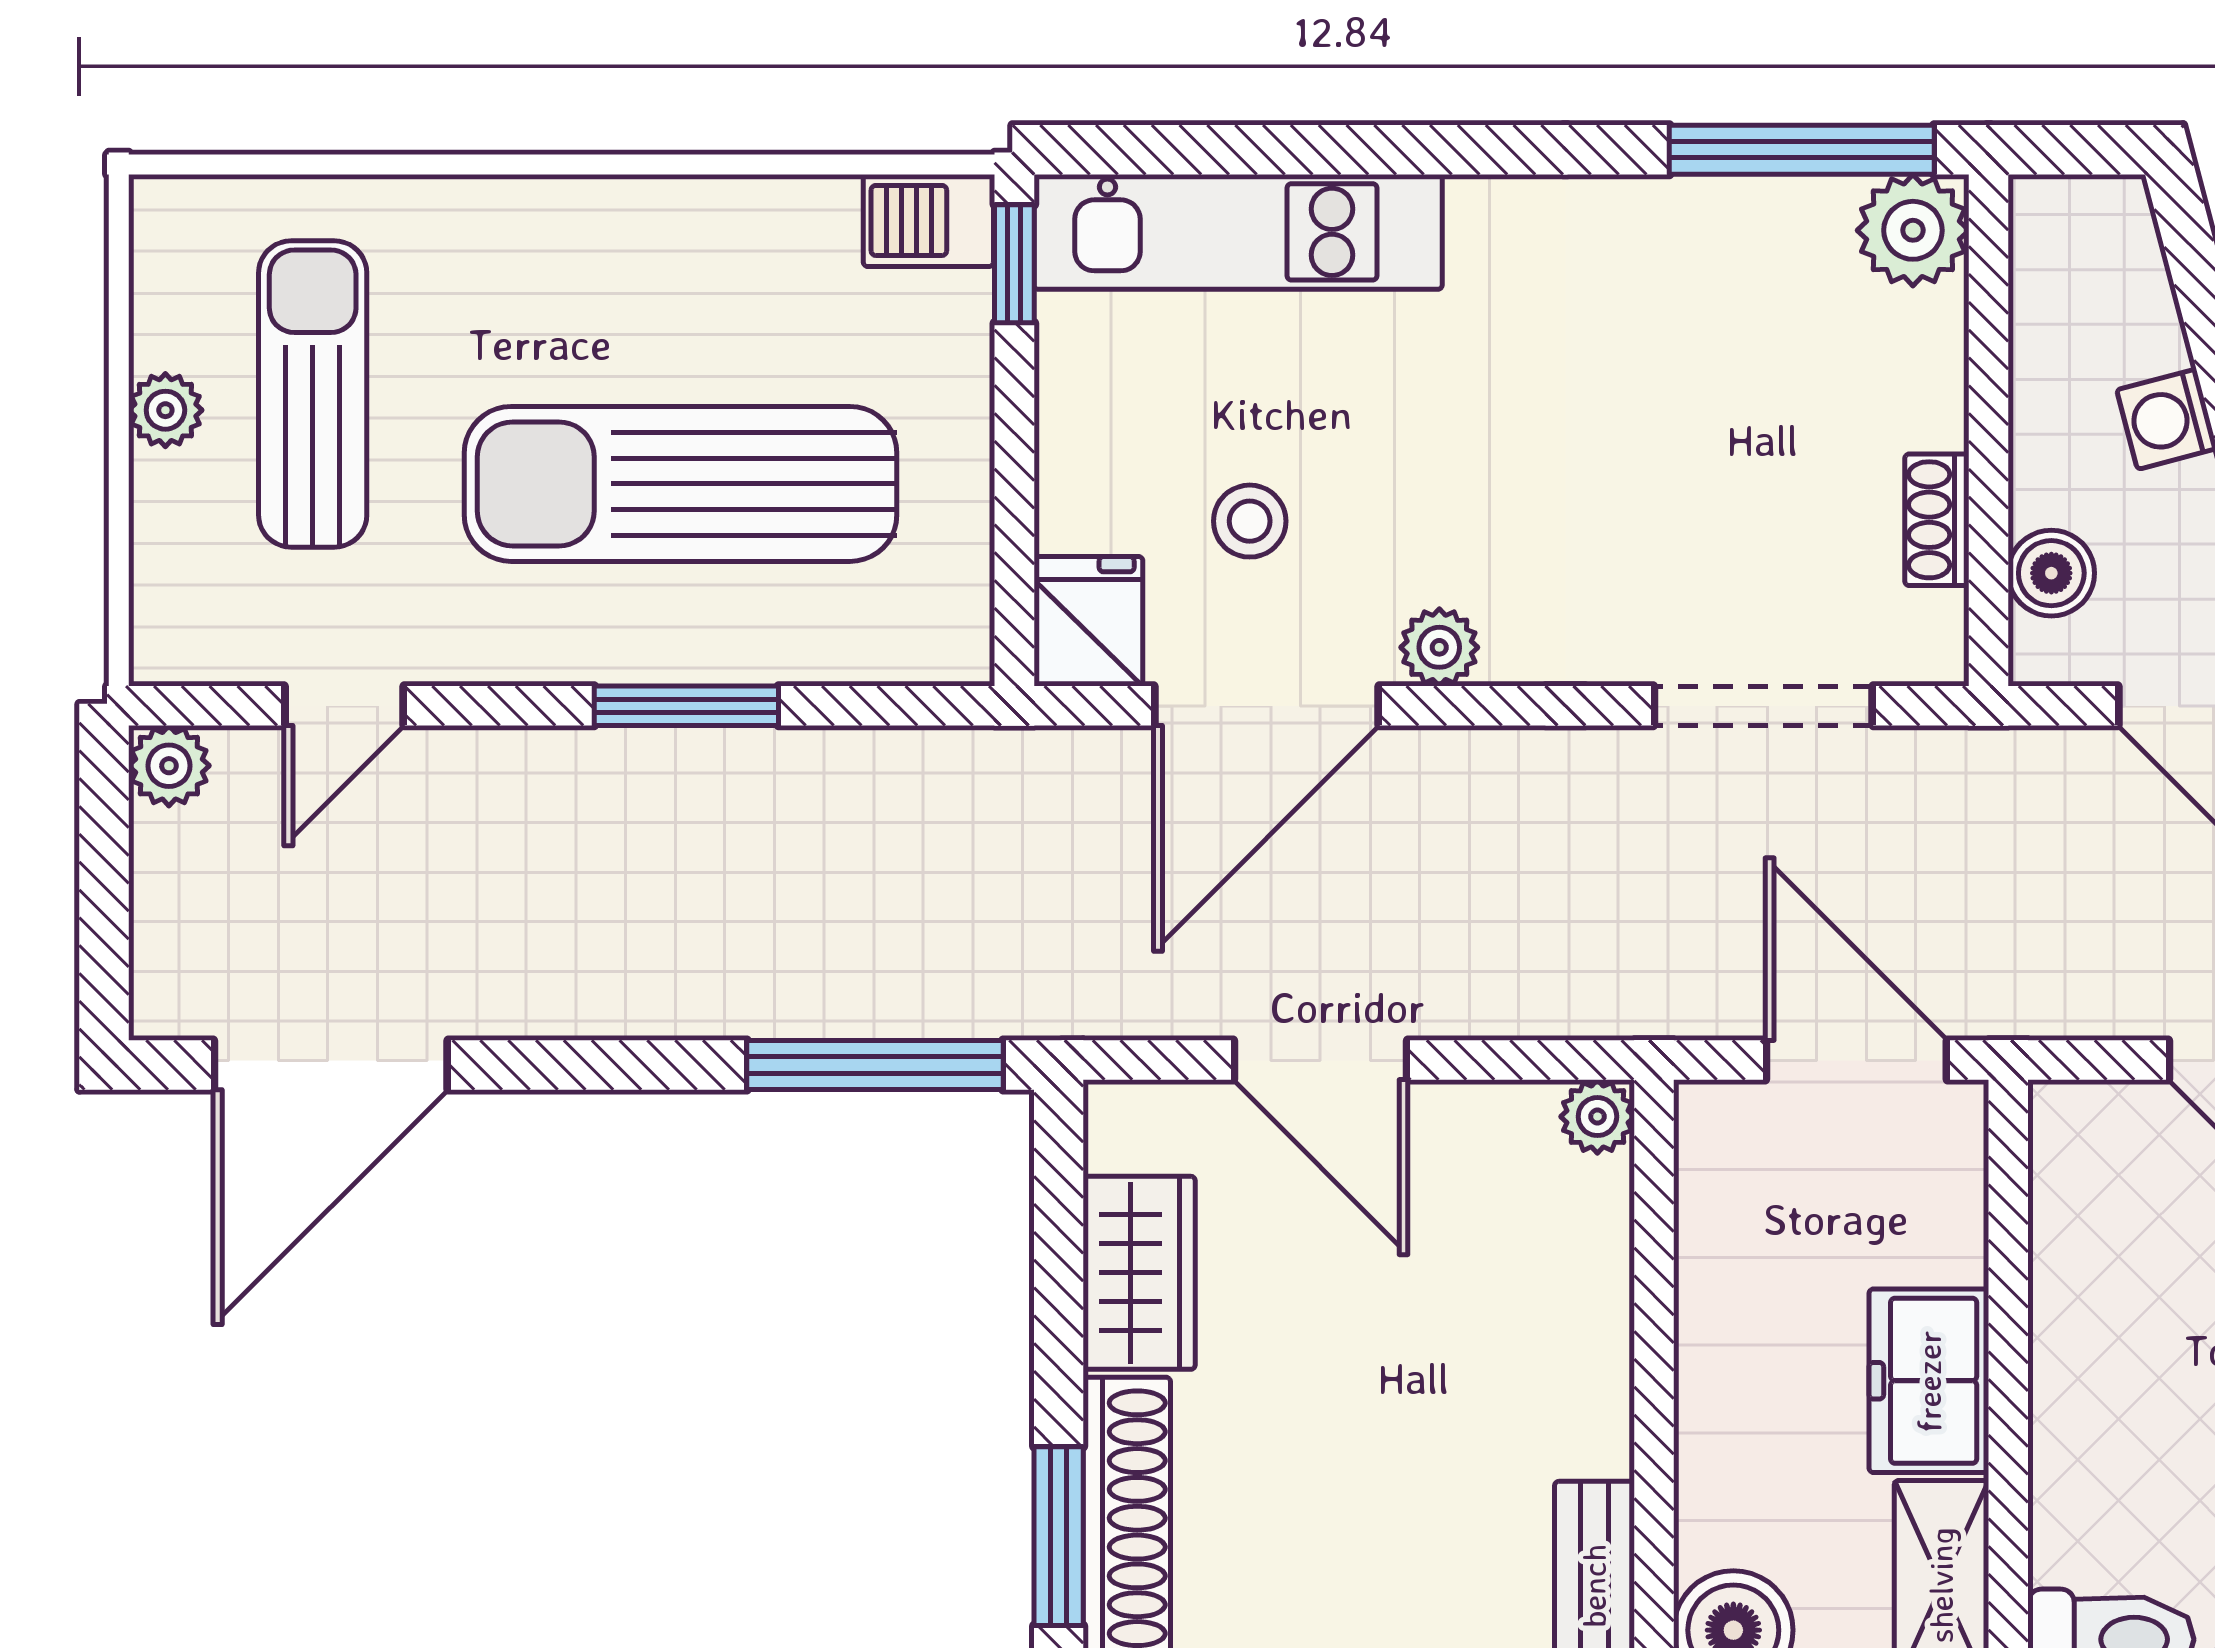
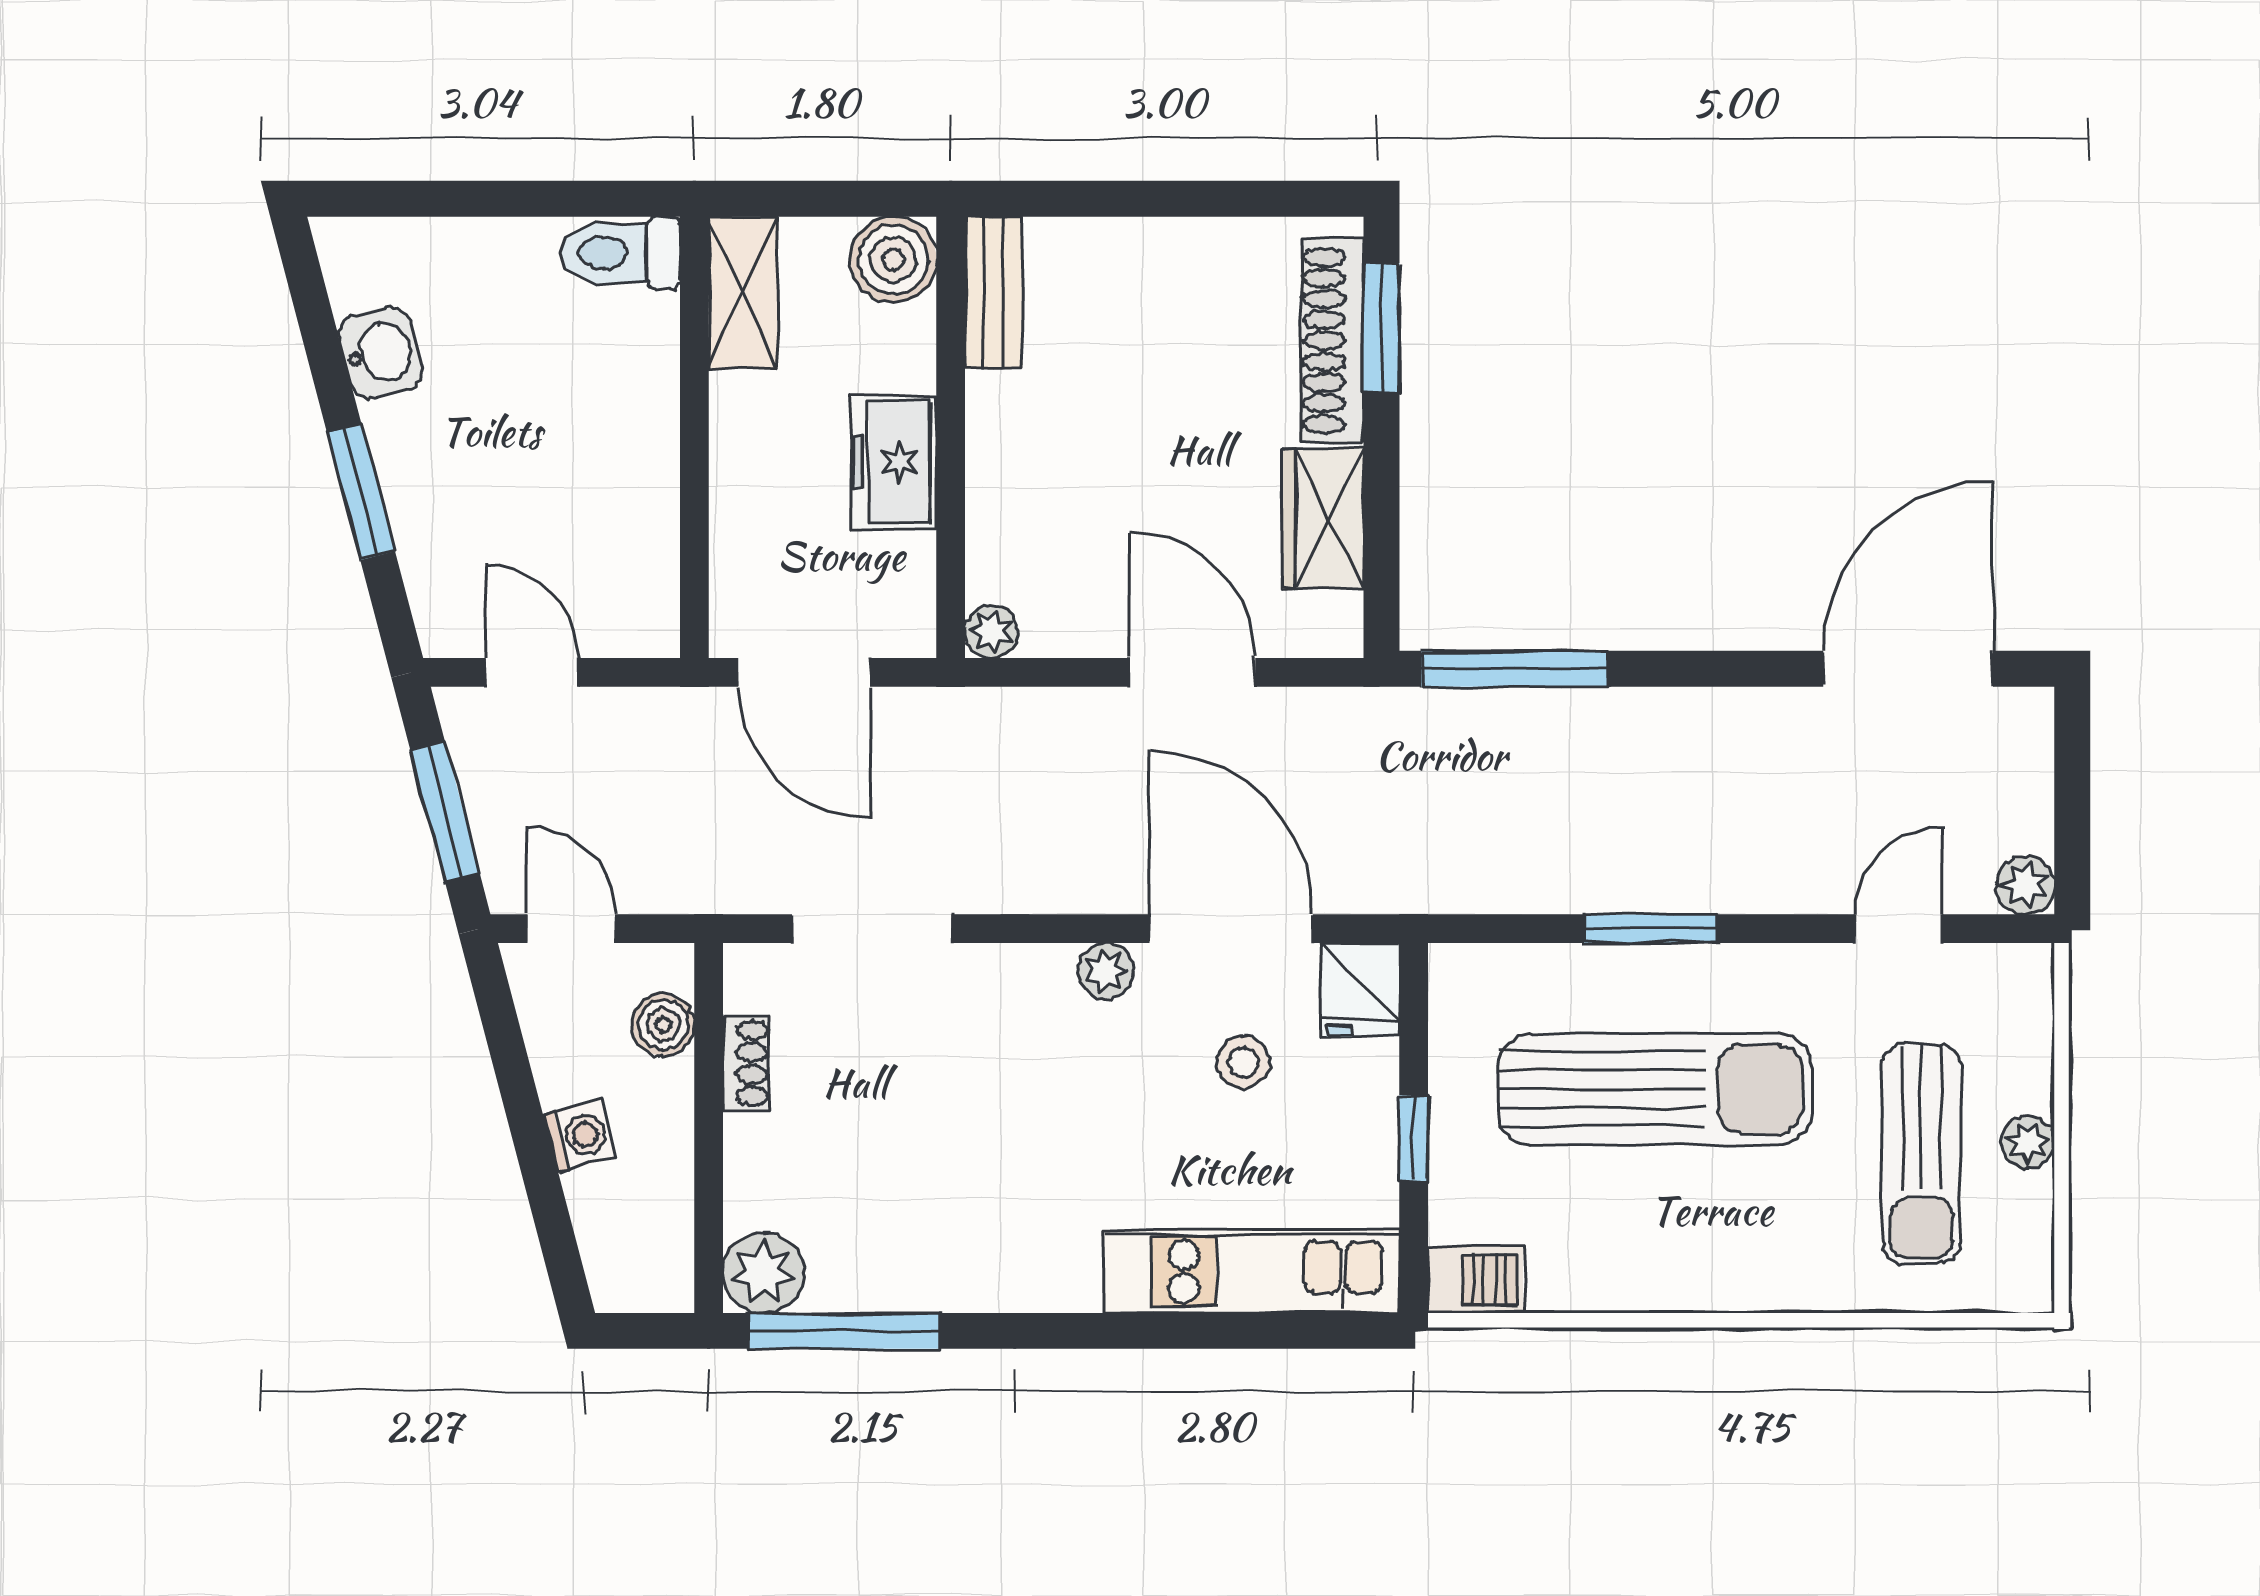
window: (1014, 264) -> (1414, 1138), moved
door: (1266, 706) -> (1231, 929), hinge flipped
freezer: (1929, 1381) -> (893, 462), moved, turned 180

